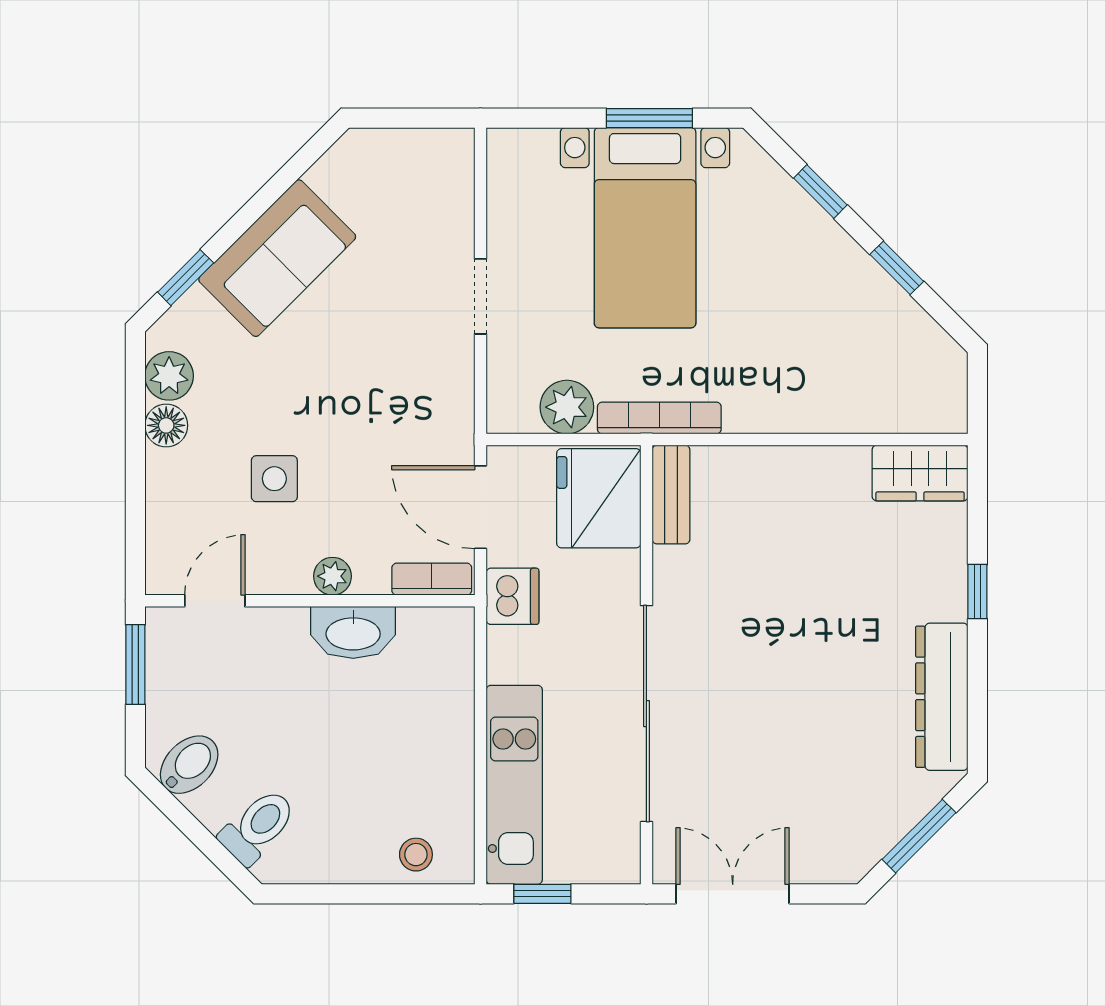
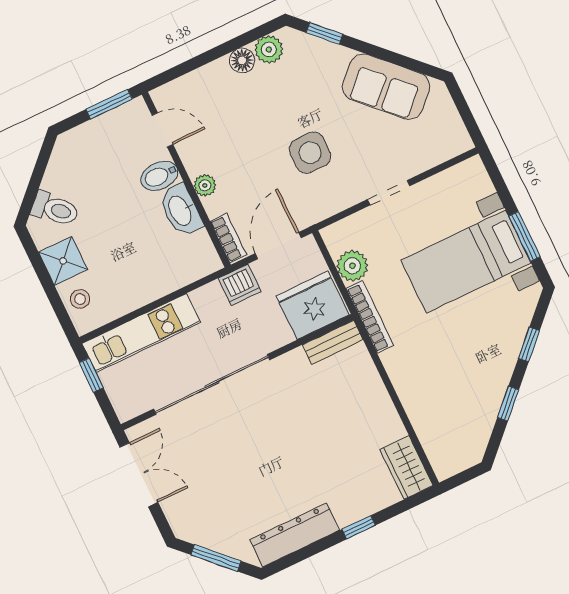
sofa: (277, 258) -> (386, 87), moved
side table: (274, 479) -> (310, 153), moved, width x1.37, depth x1.37
bidet: (189, 765) -> (159, 176), moved, turned 135
shower: (344, 853) -> (63, 261), added

